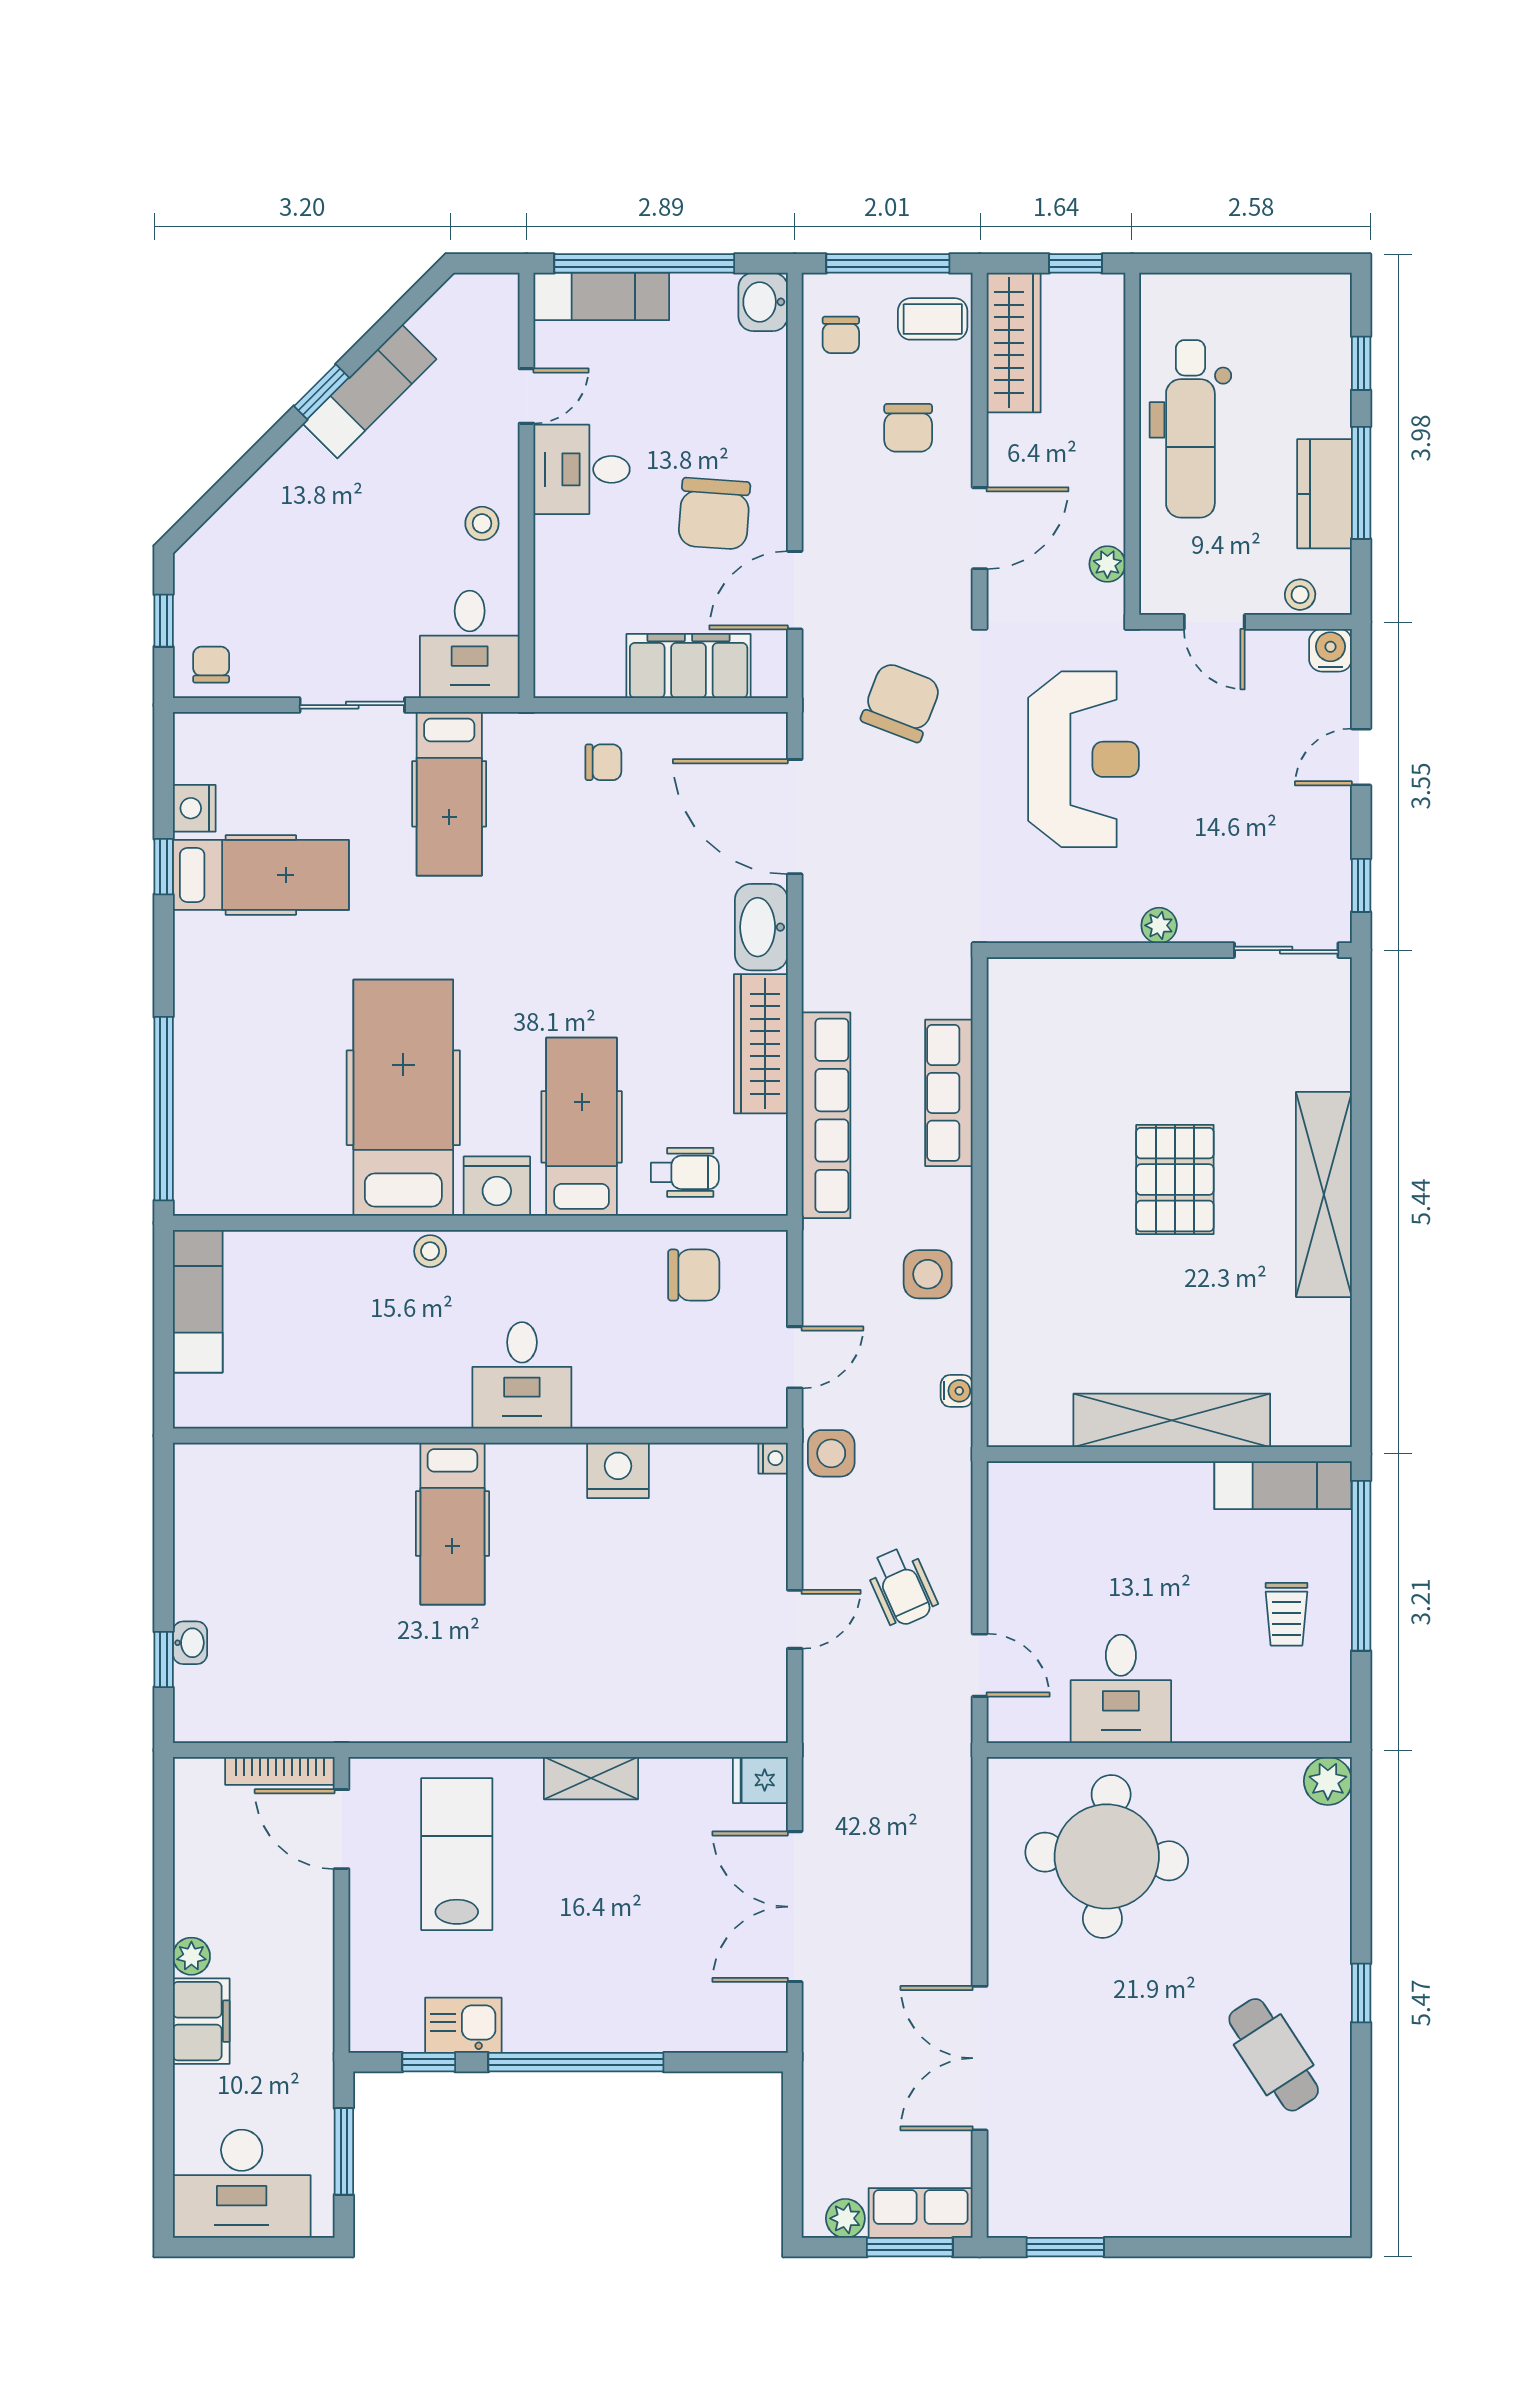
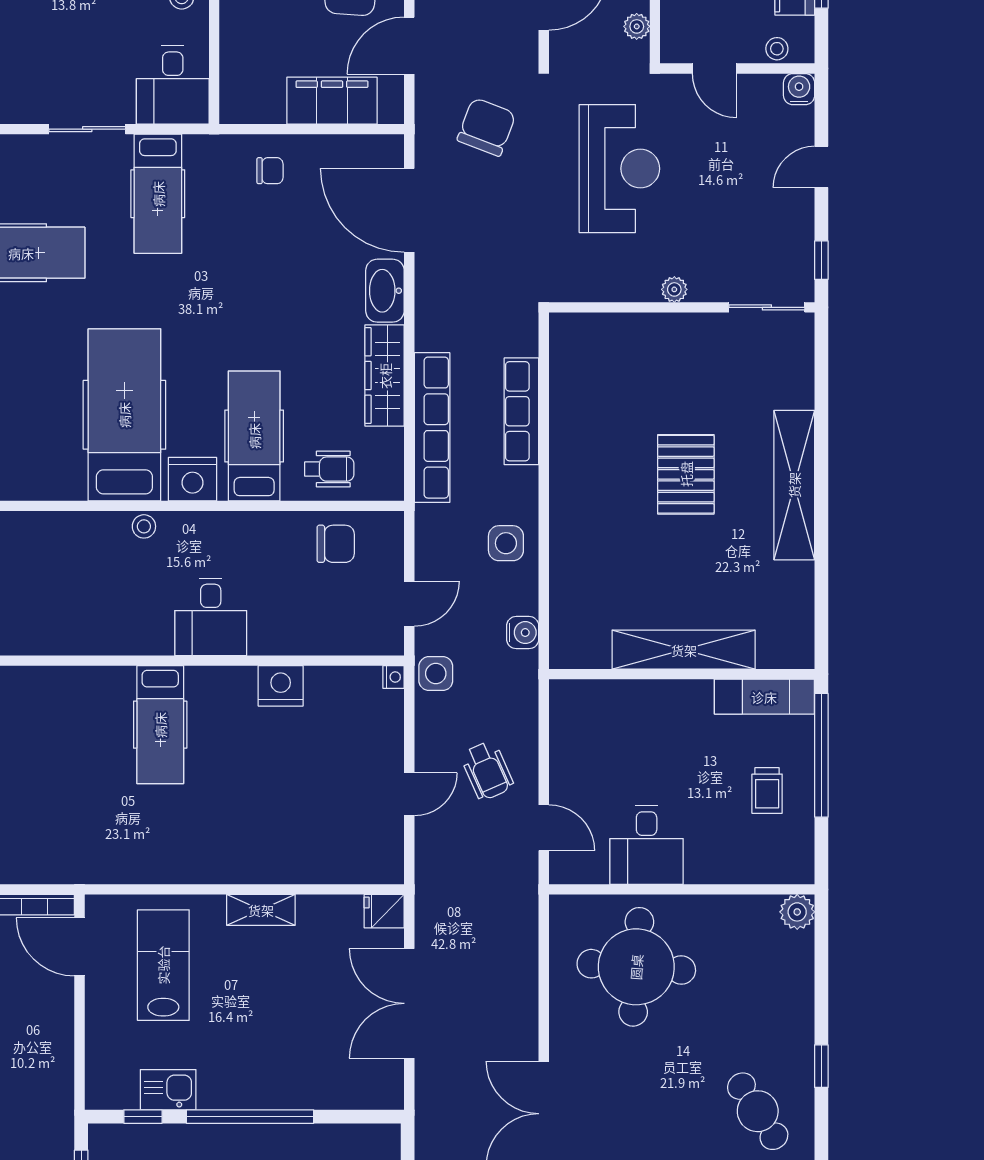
water cooler: (957, 1391) -> (523, 633), width x1.38, depth x1.38

